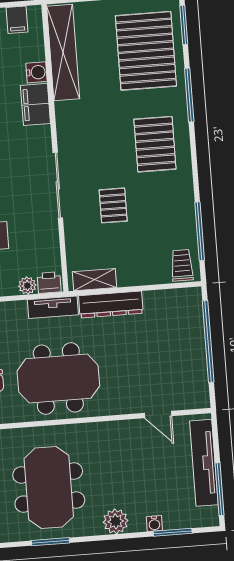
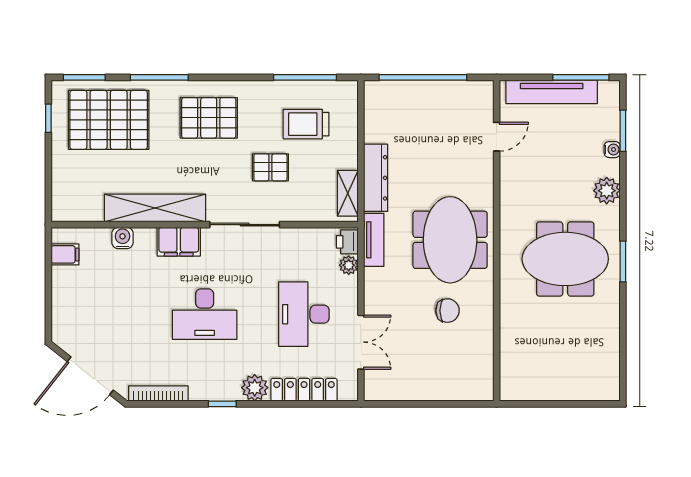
shelving: (63, 52) -> (155, 208), moved
filing cabinet: (35, 104) -> (179, 242), moved
trolley: (182, 265) -> (306, 124), moved, width x1.36, depth x1.39

